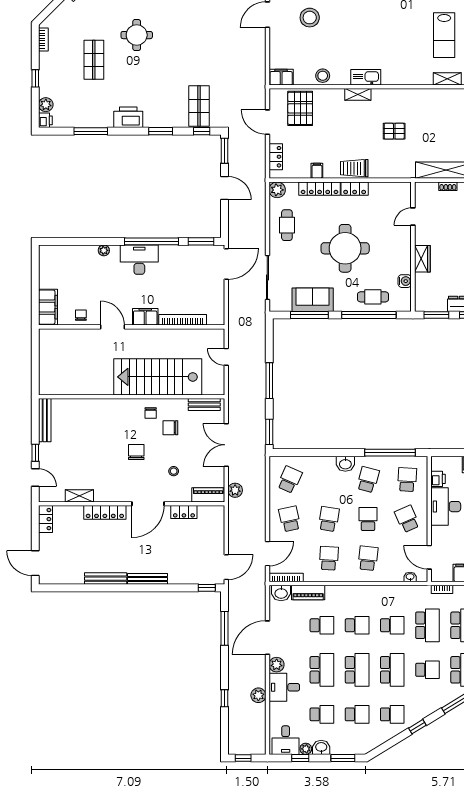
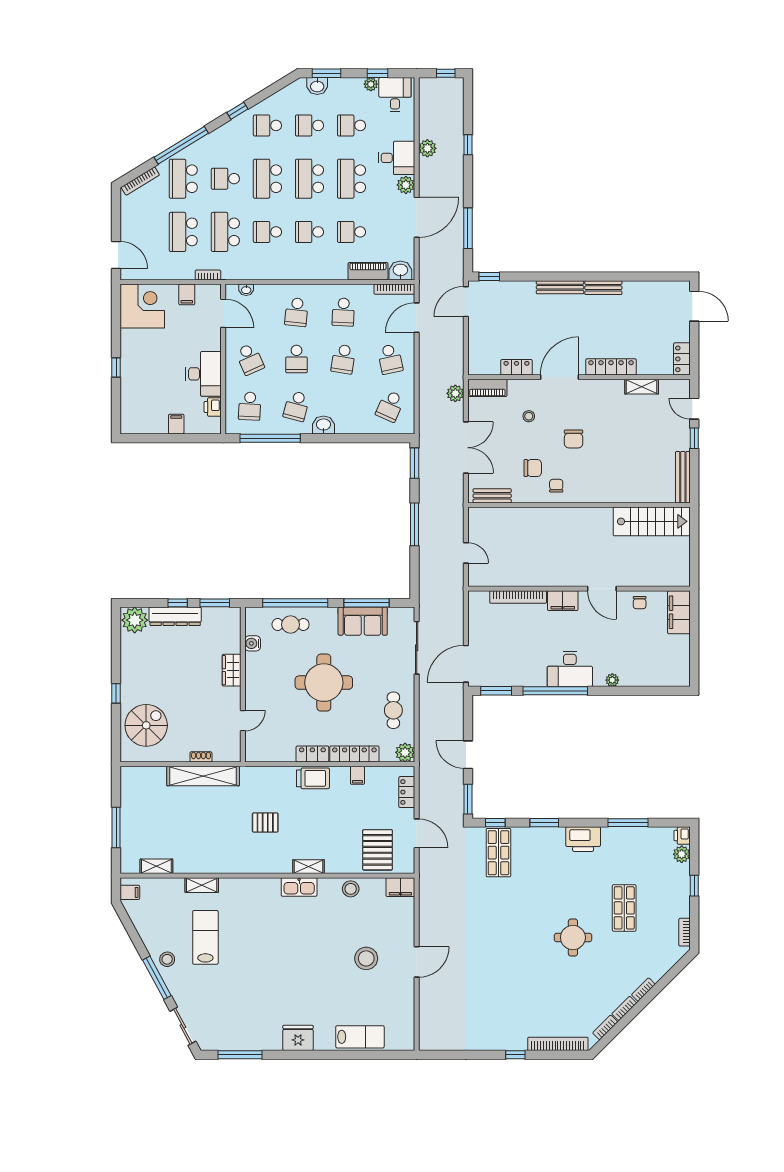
stairs: (158, 377) -> (652, 521), moved, width x0.73, depth x0.66
bench: (106, 579) -> (603, 288), width x0.73
washbasin: (321, 747) -> (317, 86), moved

